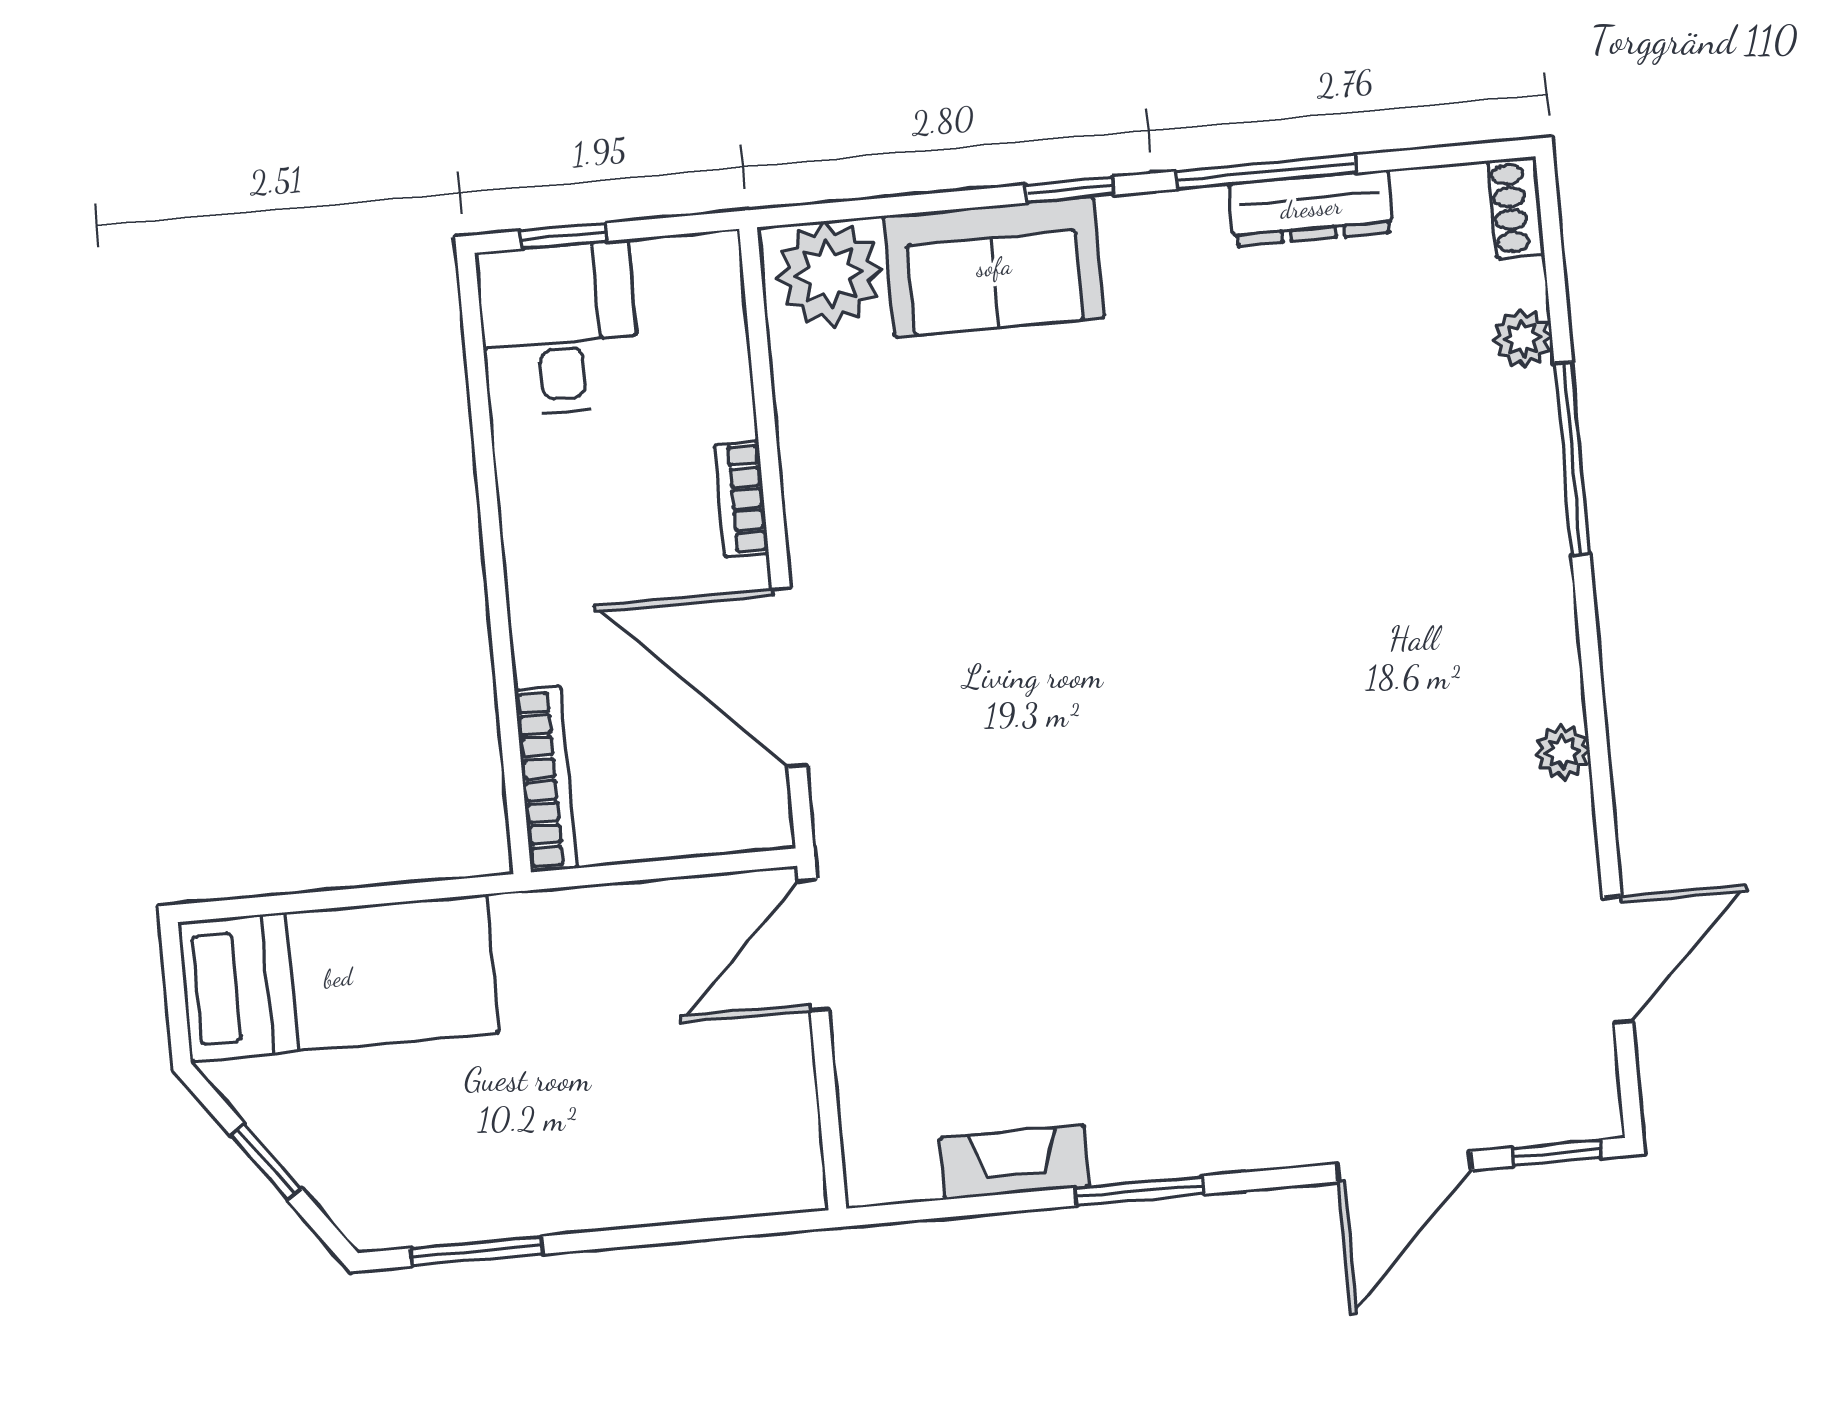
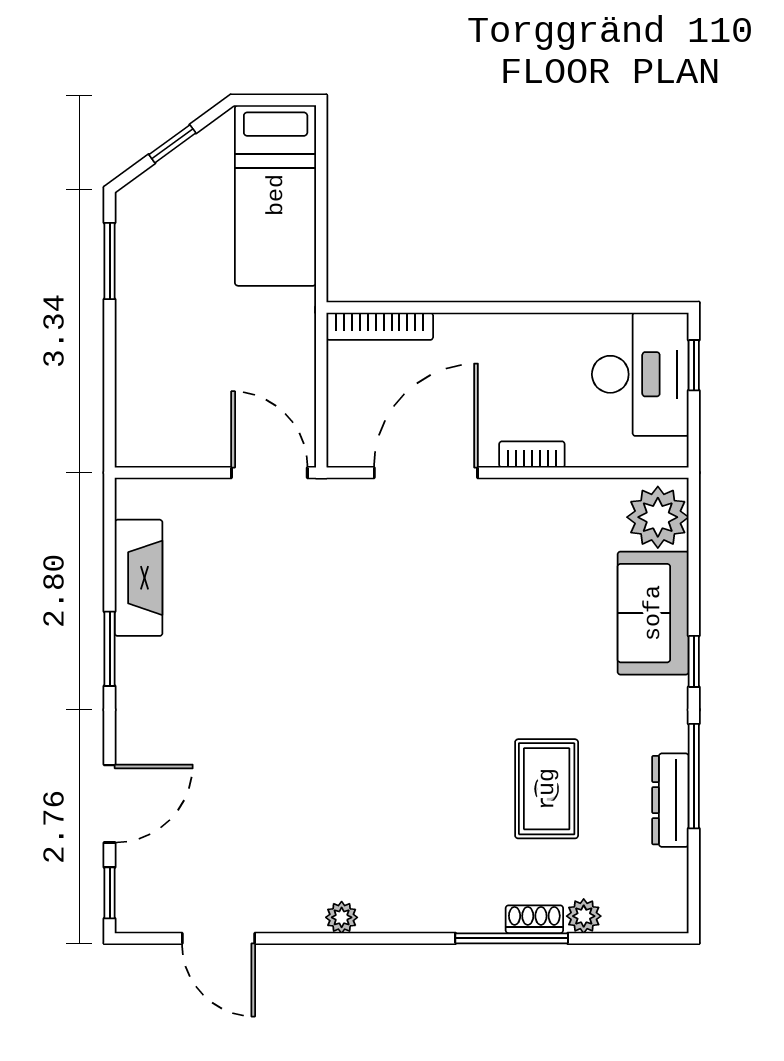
shoe rack: (1516, 208) -> (534, 919), moved
desk: (559, 329) -> (640, 374), width x1.37
rug: (1311, 422) -> (547, 789), added
fireplace: (1014, 1162) -> (139, 578), width x1.37, depth x1.32
door: (1404, 1167) -> (110, 804), swing flipped

